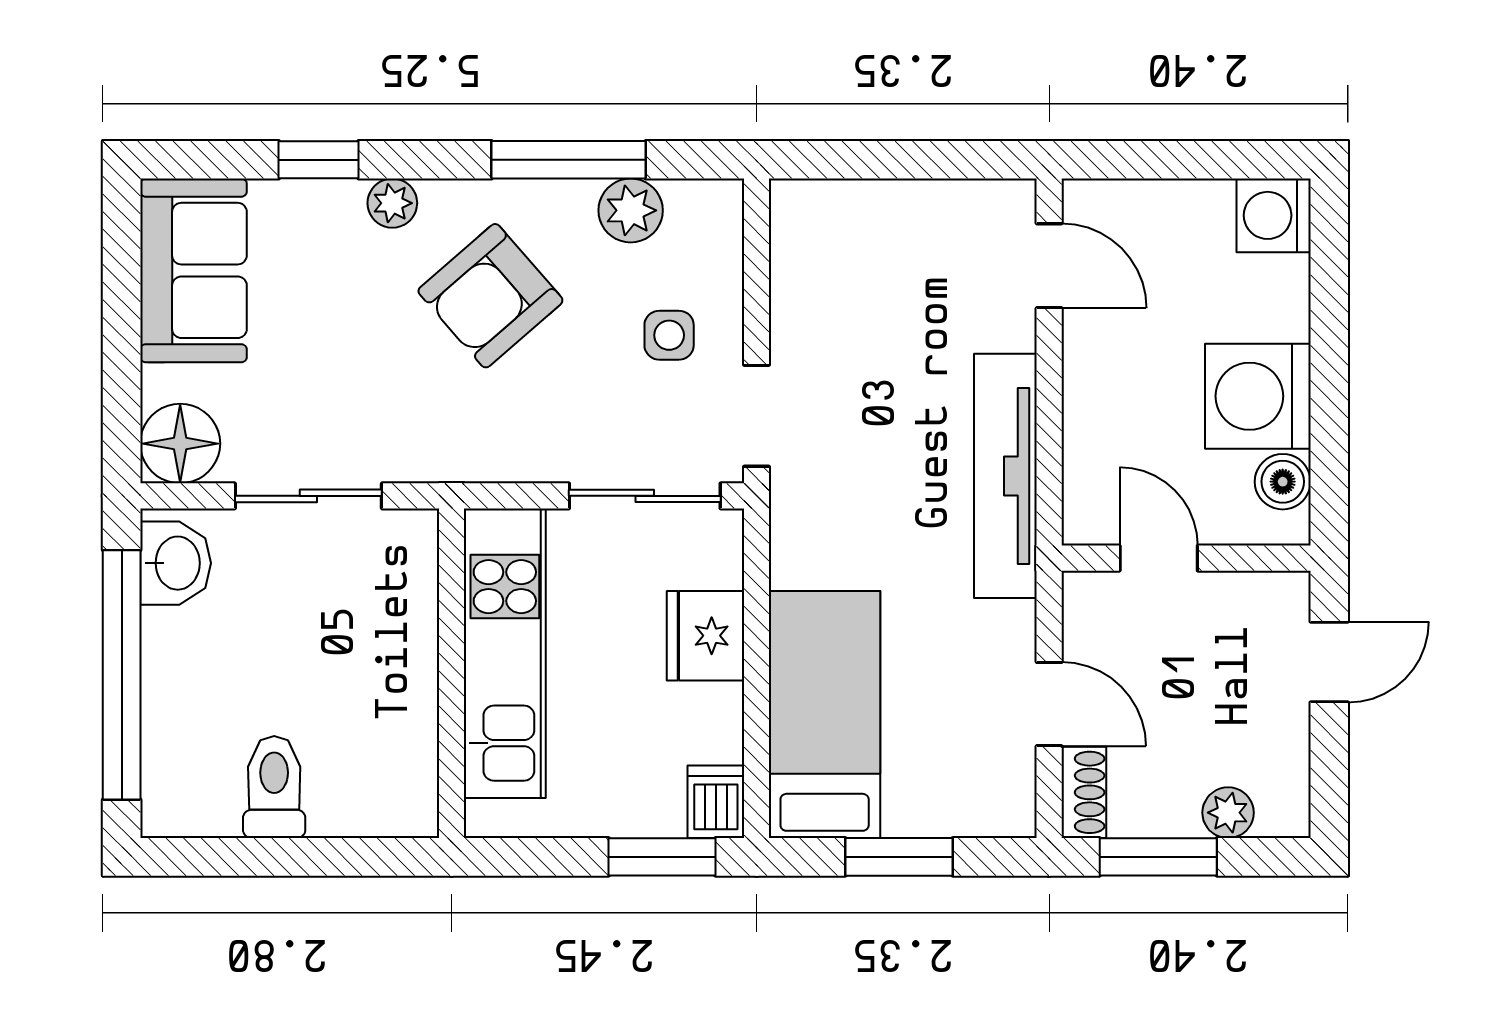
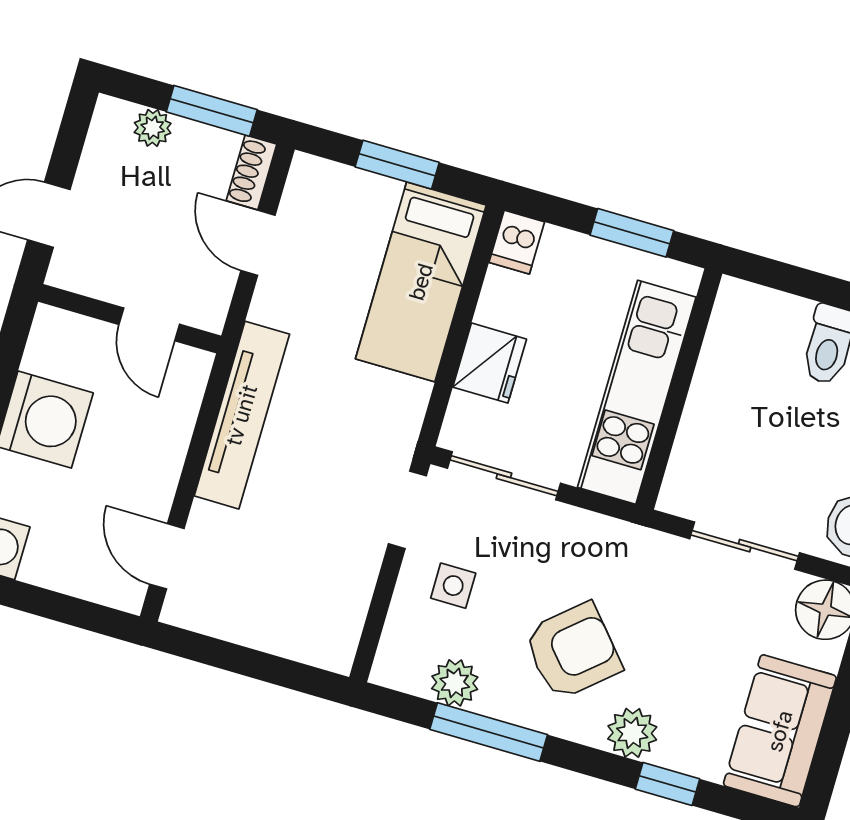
plant: (392, 203) -> (632, 733), width x1.38, depth x1.38
boiler: (1283, 482) -> (45, 353), removed
window: (662, 857) -> (632, 233), moved

